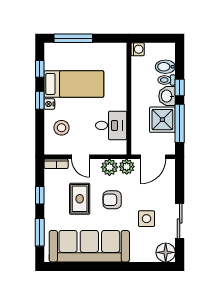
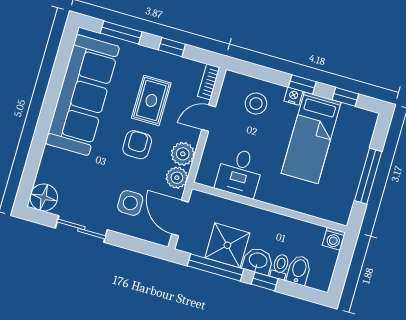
window: (73, 38) -> (368, 176), moved
rug: (80, 199) -> (151, 100), turned 90
side table: (146, 219) -> (130, 203), moved

